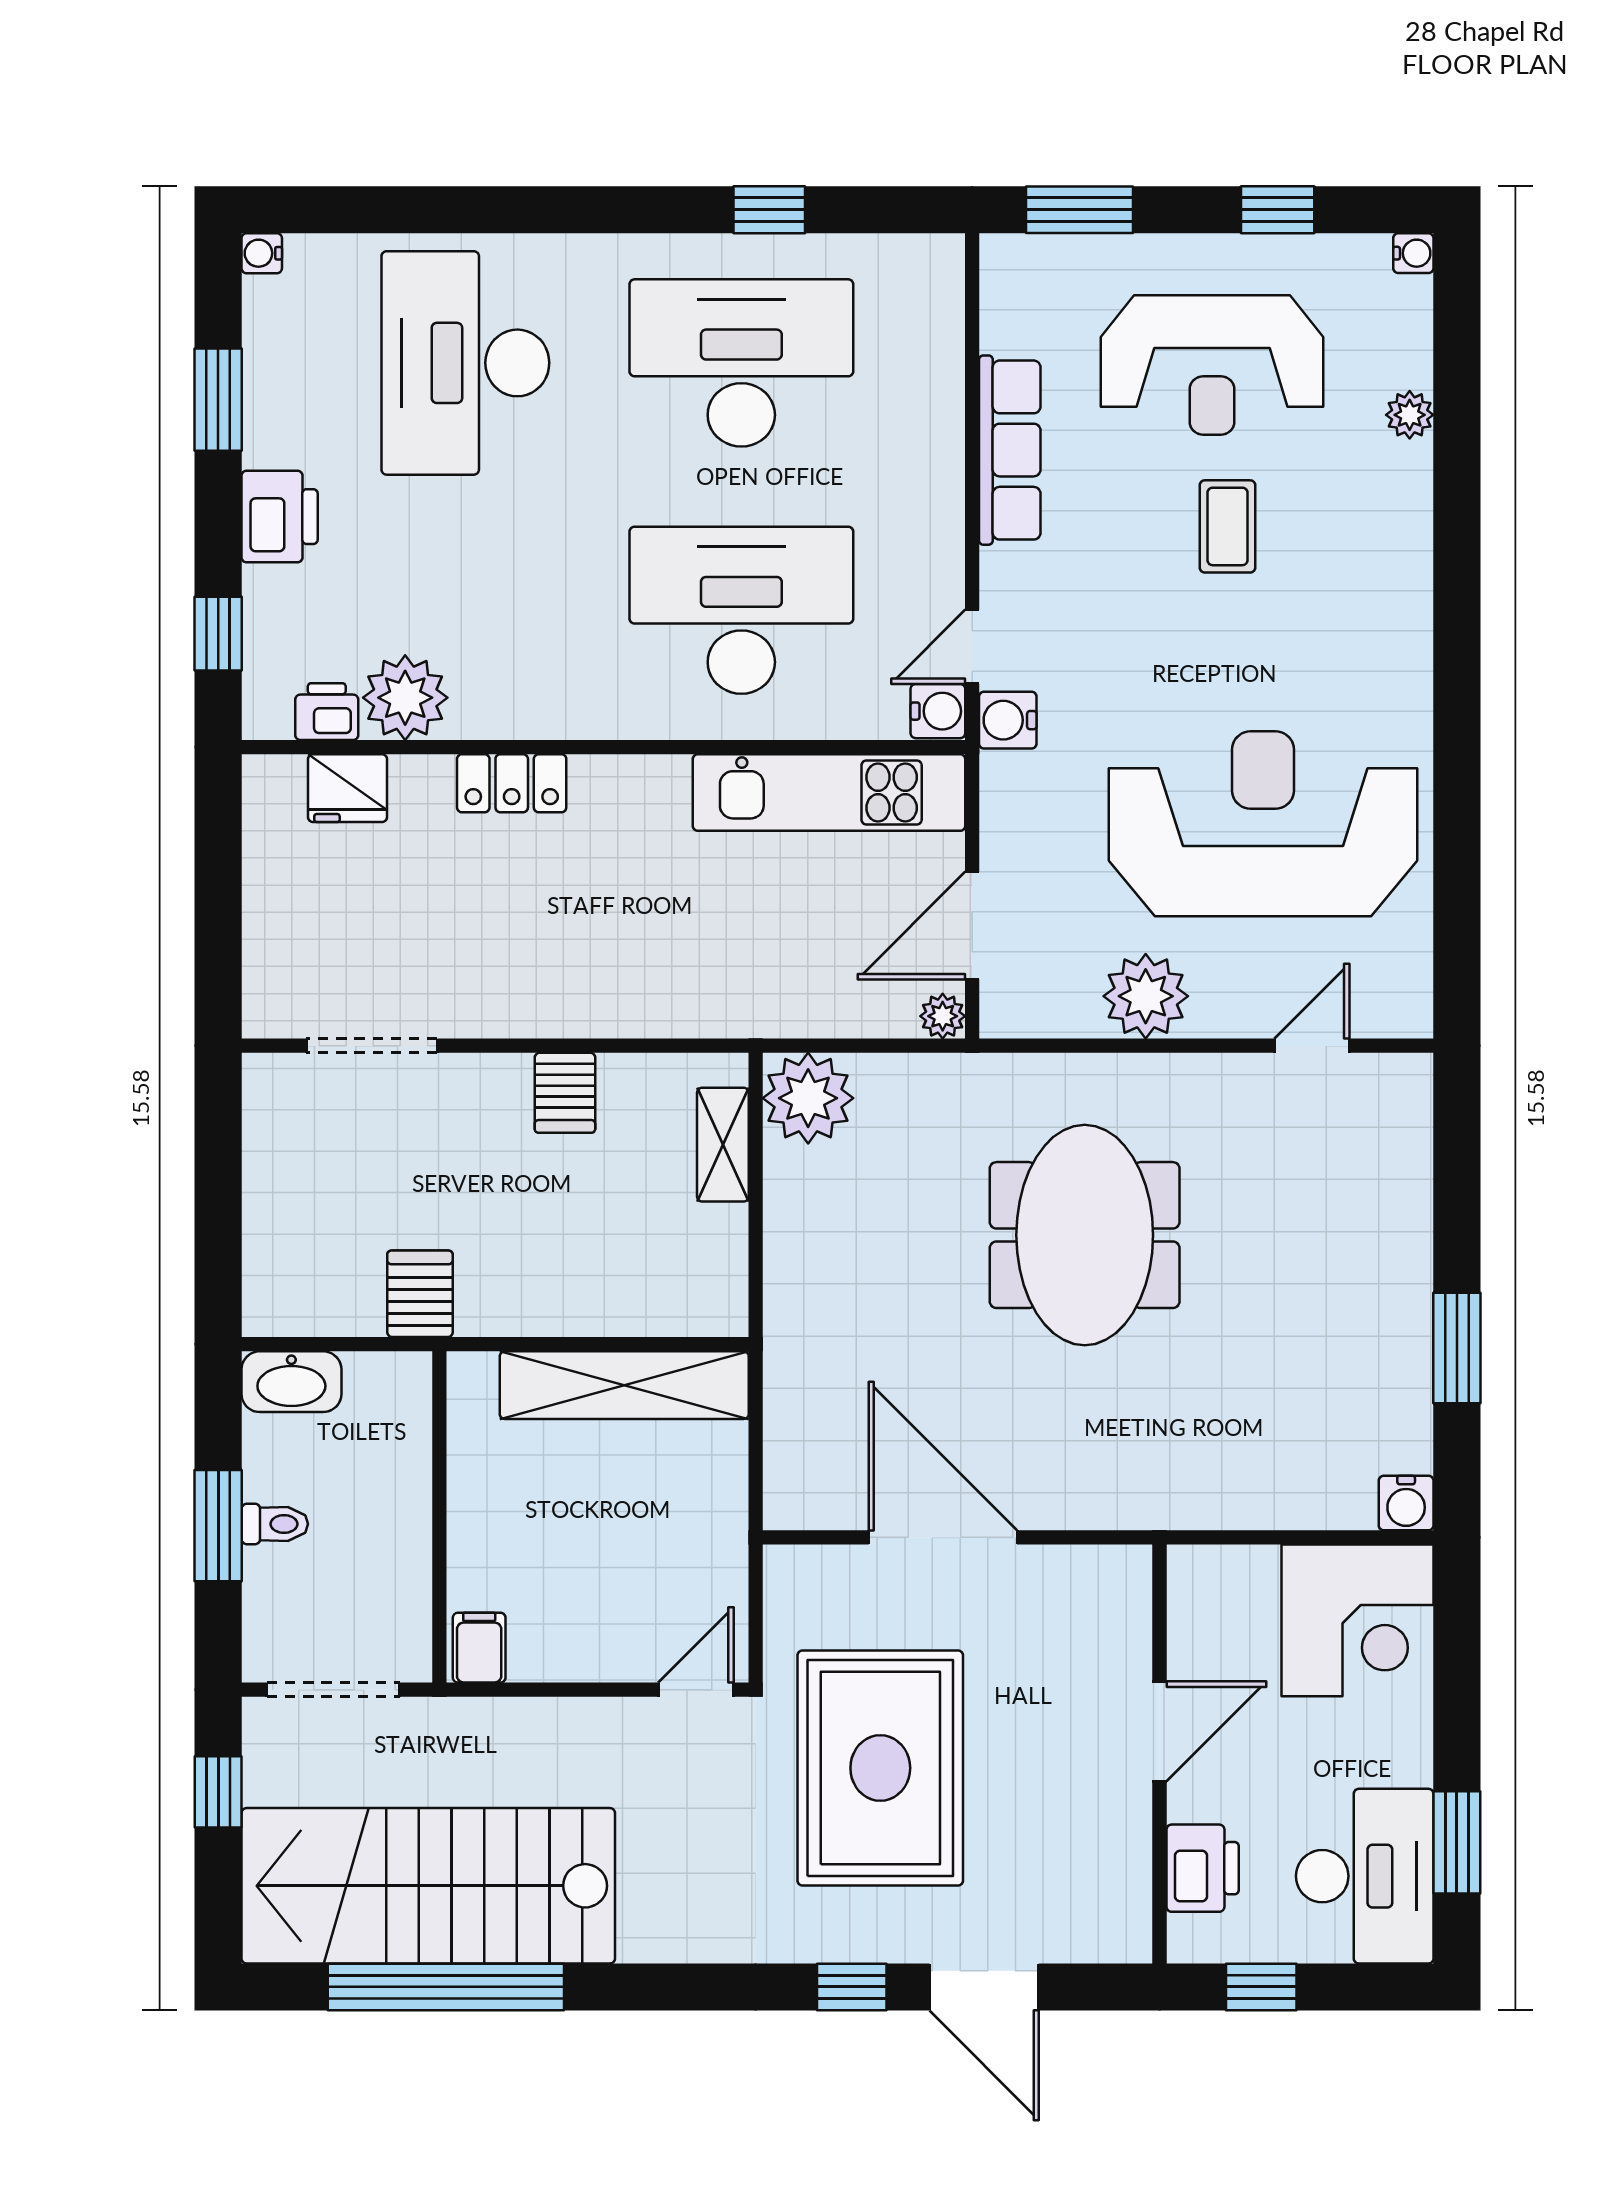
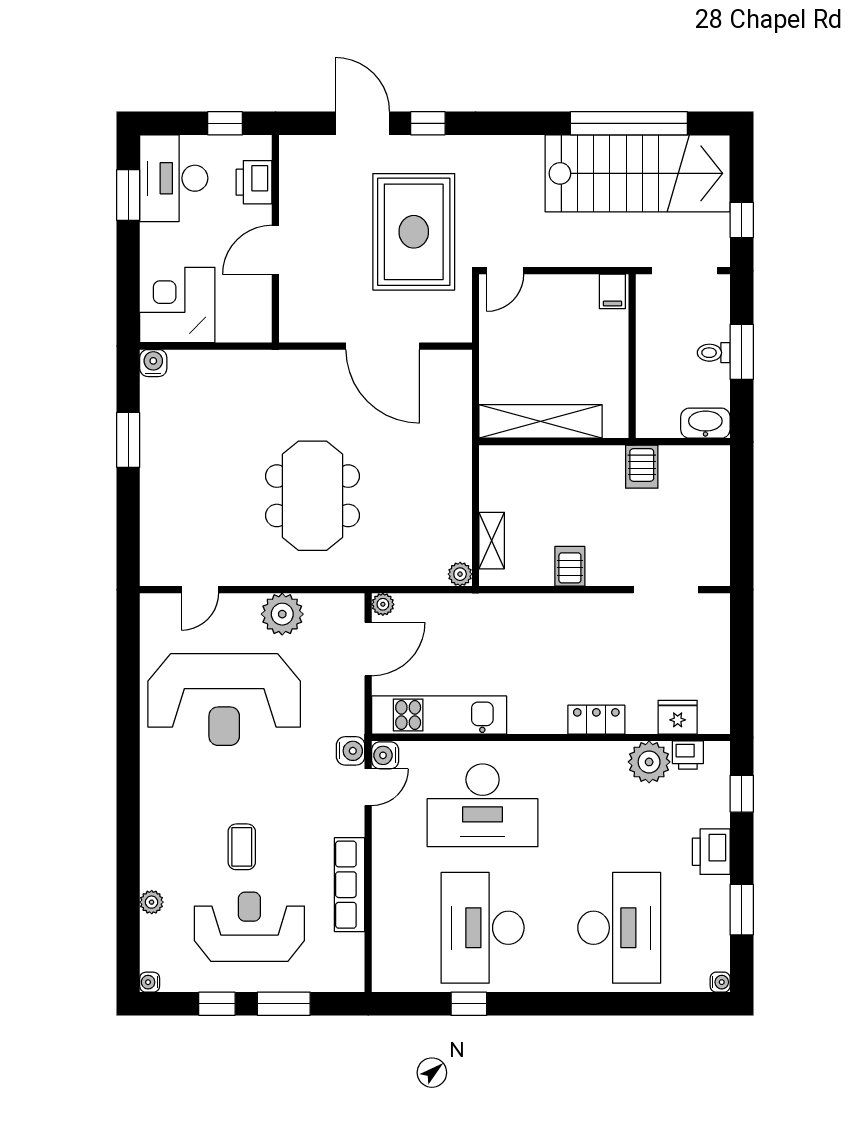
window: (1080, 210) -> (284, 1004), moved
desk: (741, 363) -> (483, 928), turned 90
plant: (808, 1098) -> (460, 574), width x0.53, depth x0.53

